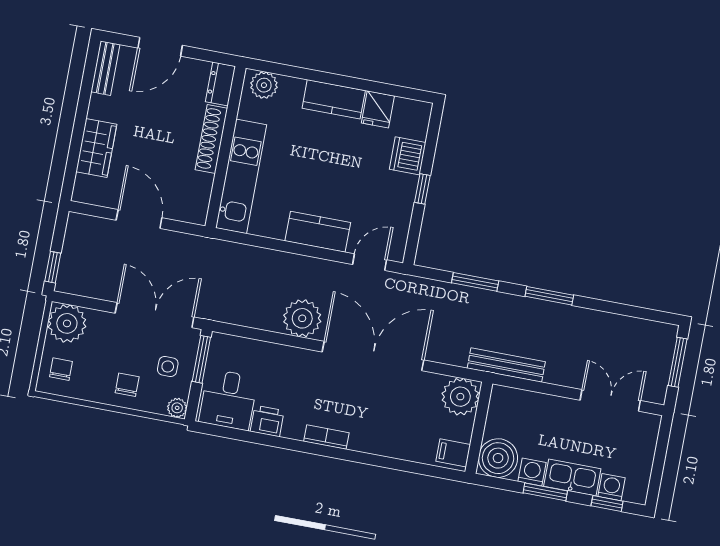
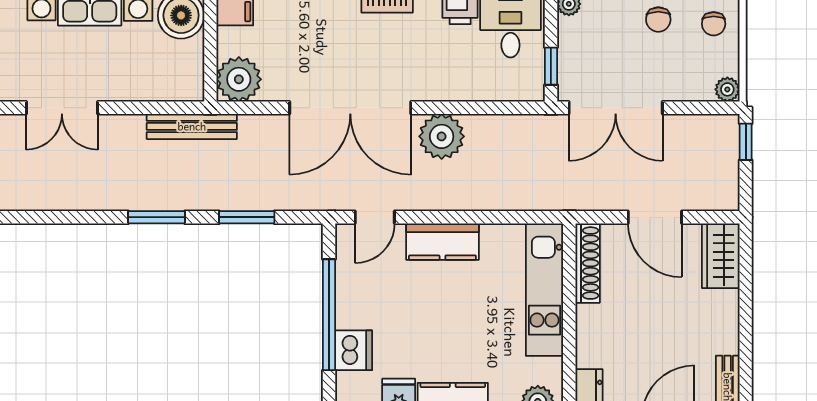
shoe rack: (211, 139) -> (588, 263), moved
wardrobe: (96, 148) -> (721, 256), moved
window: (422, 189) -> (329, 315), width x3.17
plant: (67, 323) -> (727, 89), width x0.53, depth x0.53
window: (201, 359) -> (551, 66), width x0.67
side table: (168, 366) -> (589, 50), removed
chair: (127, 385) -> (658, 20), moved

